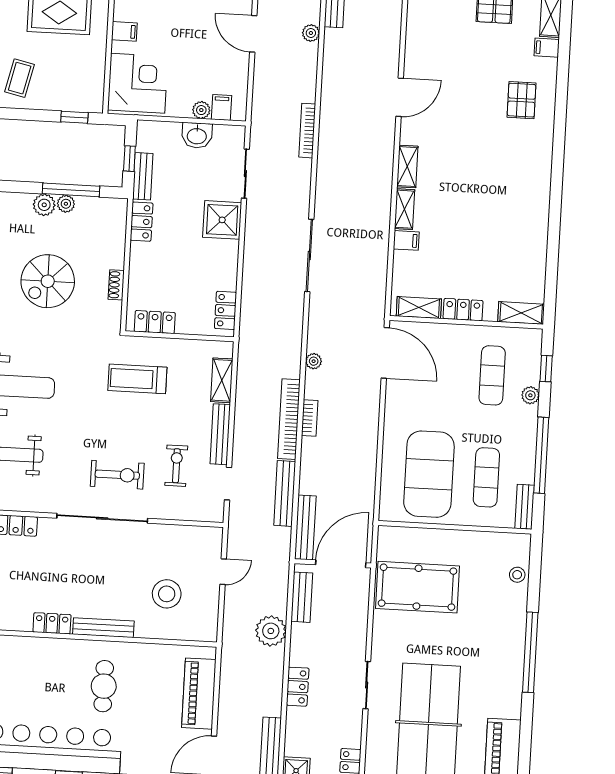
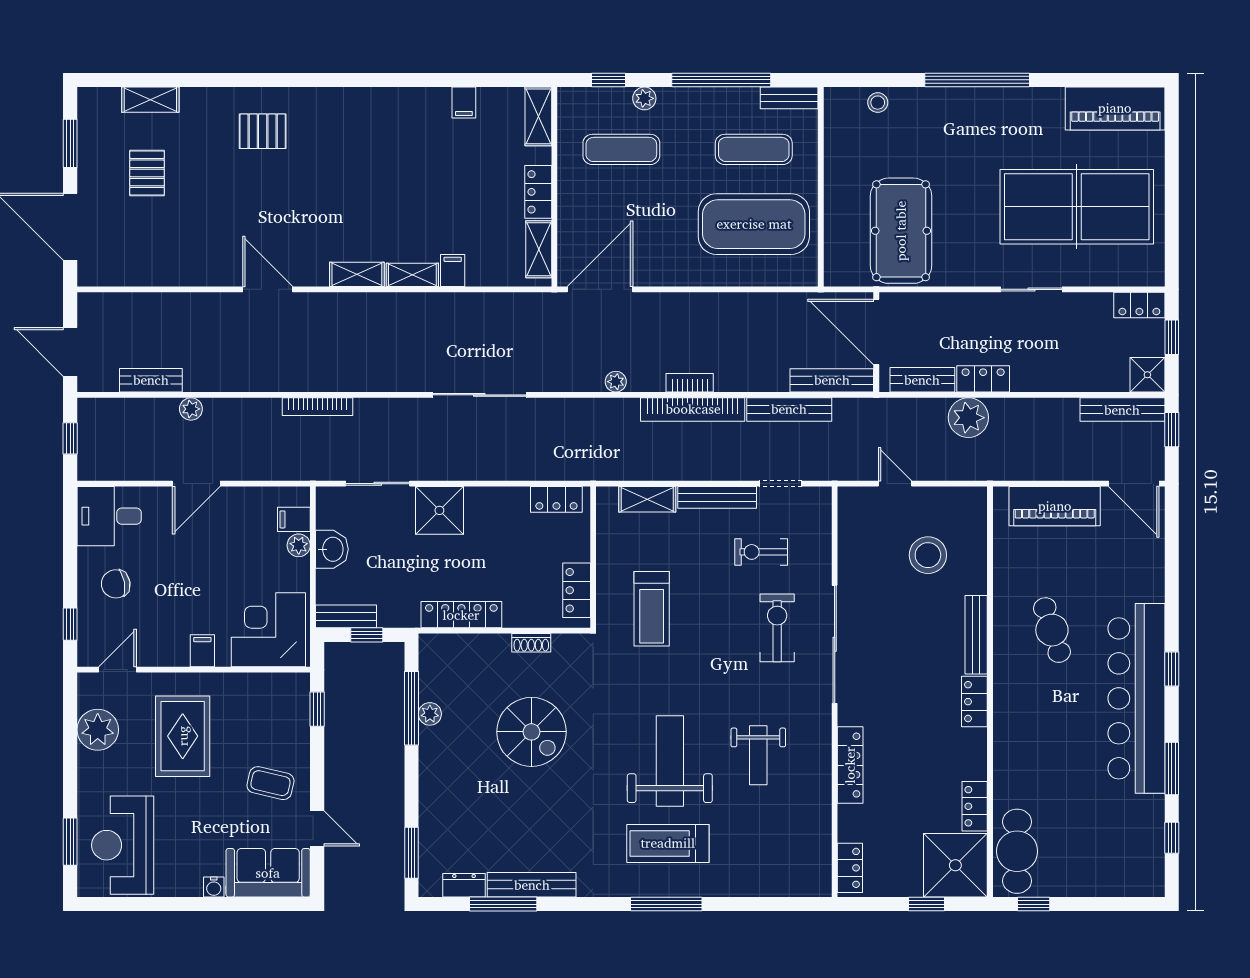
filing cabinet: (547, 48) -> (464, 103), moved
bench: (143, 176) -> (346, 616), moved
plant: (44, 205) -> (433, 742), removed
locker: (142, 222) -> (461, 615), width x1.53
cafe table: (104, 686) -> (1052, 630), turned 72
locker: (298, 687) -> (983, 379), moved

